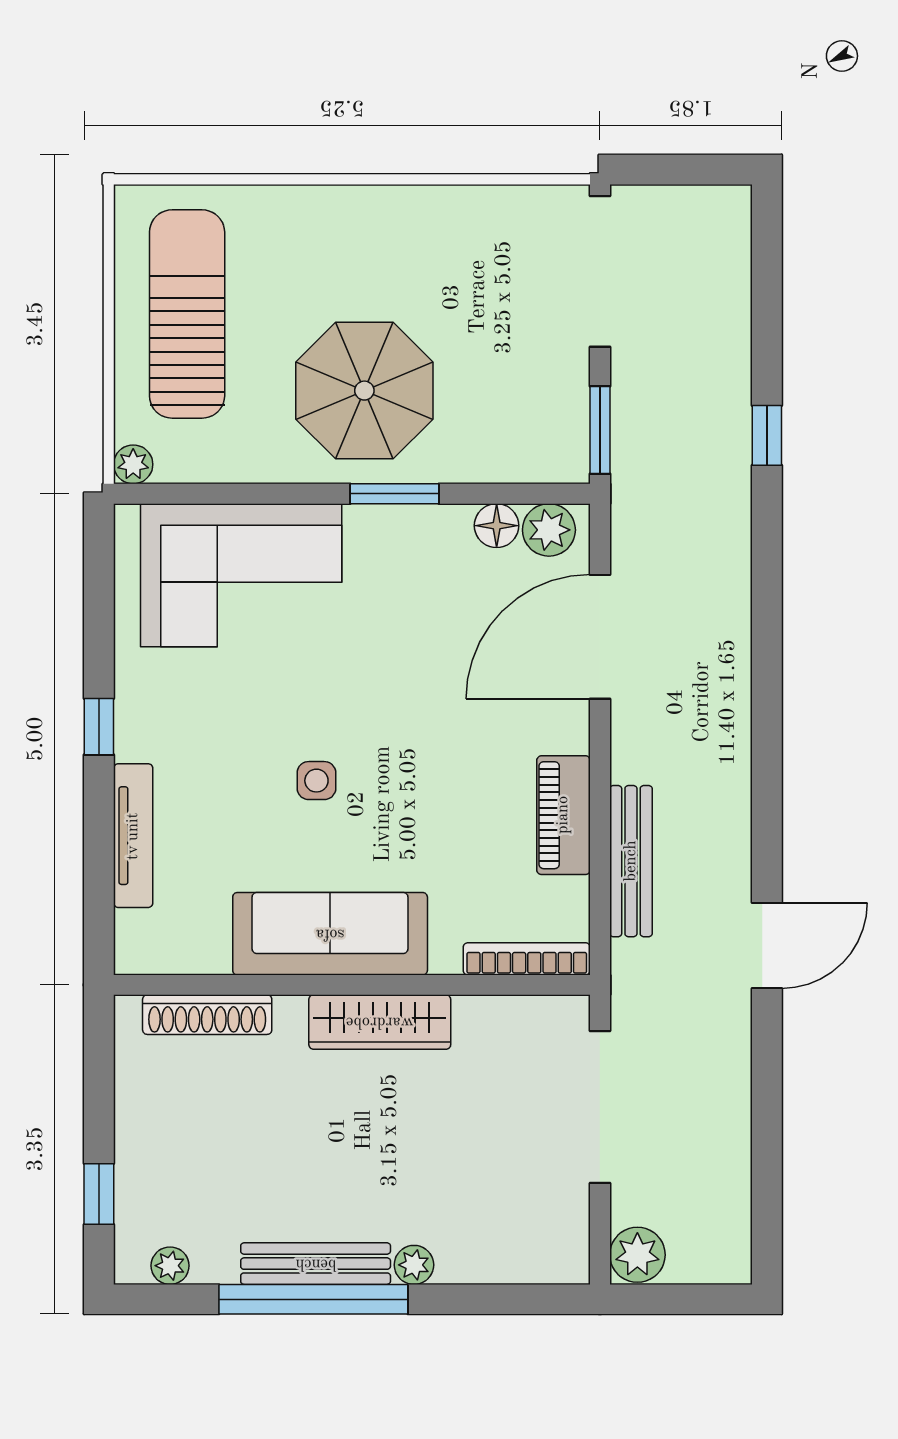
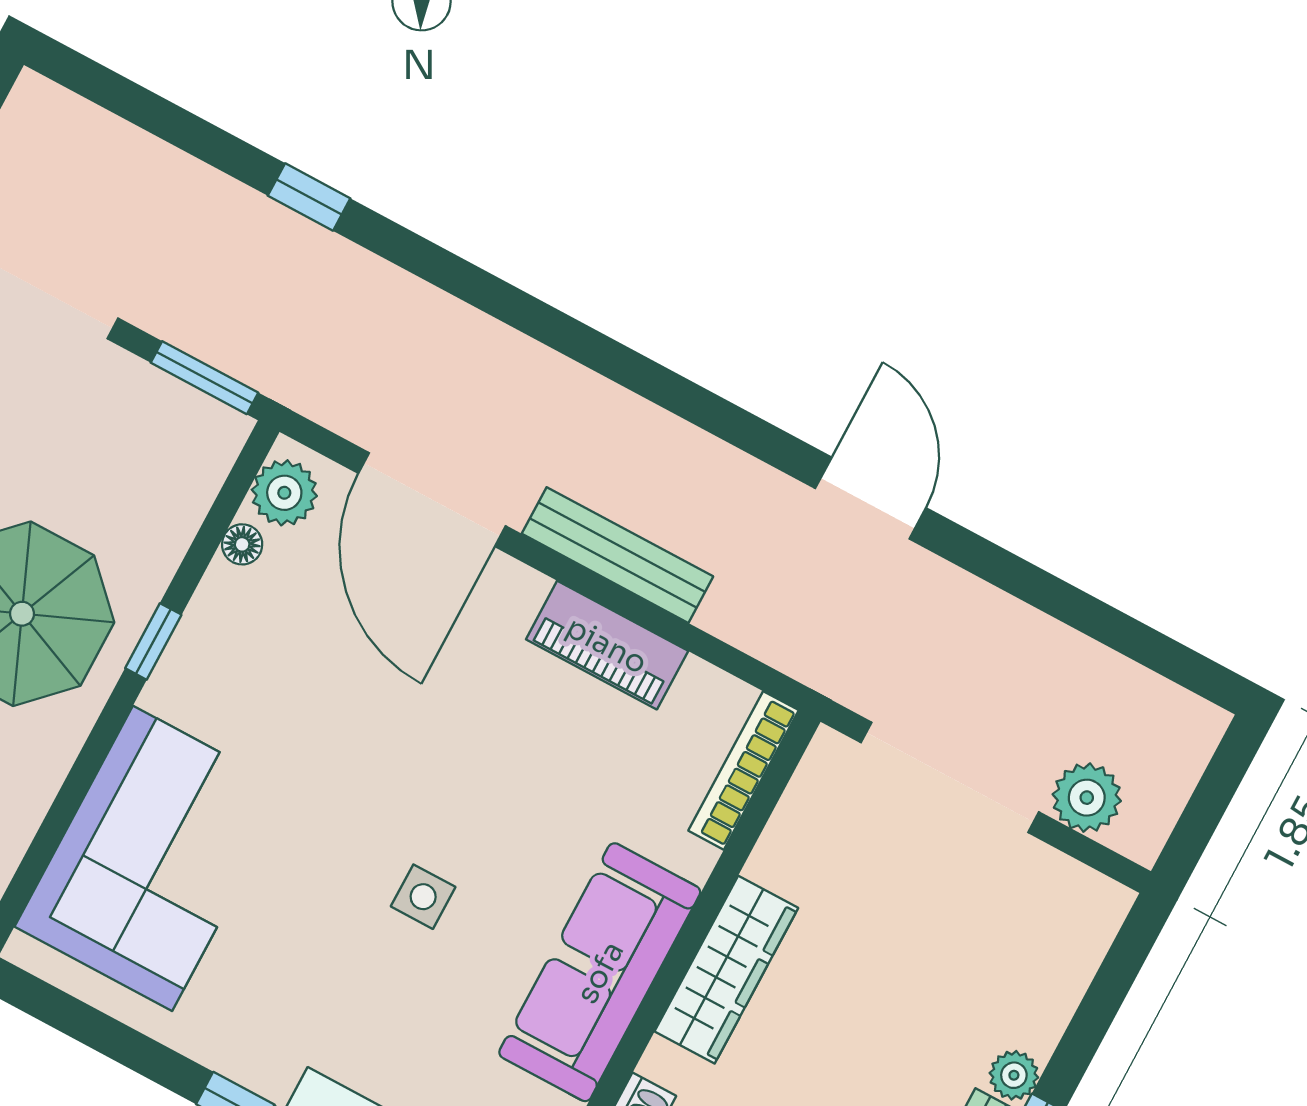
window: (394, 494) -> (153, 641), width x0.67
floor lamp: (497, 526) -> (242, 544), width x0.73, depth x0.73
bench: (631, 861) -> (617, 555), moved
plant: (637, 1255) -> (1087, 798), moved

